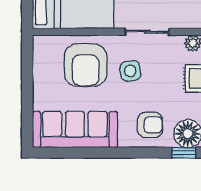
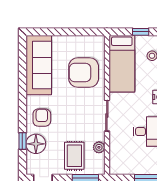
side table: (130, 71) -> (80, 104), removed
armchair: (150, 125) -> (42, 118), turned 180

